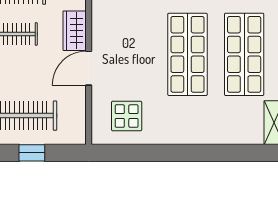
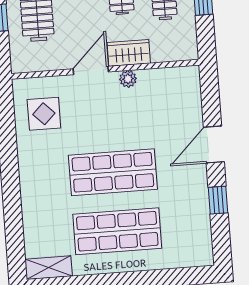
plant: (99, 33) -> (128, 79), added
door: (89, 68) -> (91, 70), hinge flipped

